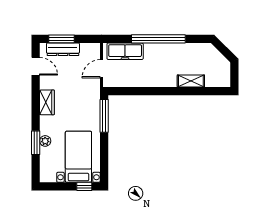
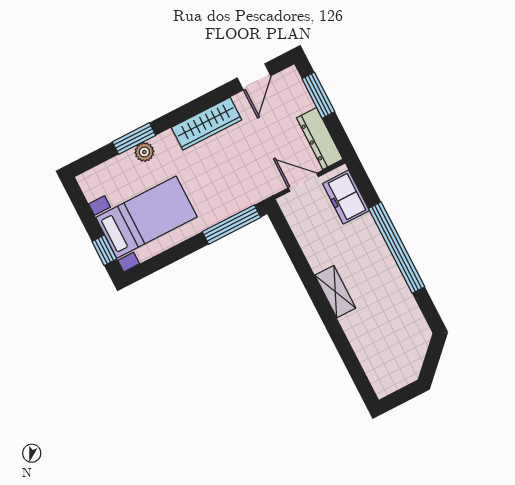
dresser: (63, 49) -> (320, 138), moved
freezer: (125, 51) -> (346, 197), width x0.71
shelving: (191, 81) -> (335, 292), moved
wardrobe: (47, 102) -> (207, 124), width x1.50

